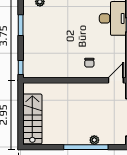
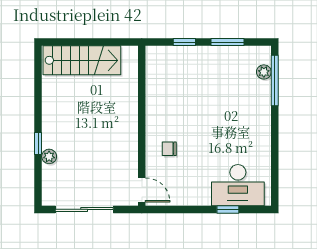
window: (21, 67) -> (184, 42), moved
window: (86, 147) -> (38, 143), width x0.32

